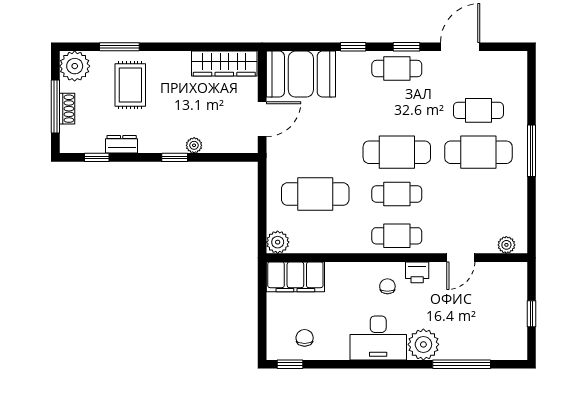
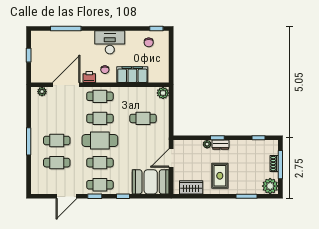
wardrobe: (224, 64) -> (191, 187), width x0.67
rug: (130, 85) -> (220, 176), moved
cafe table: (397, 110) -> (100, 163), added
dresser: (122, 144) -> (221, 145), moved
cafe table: (478, 152) -> (57, 141), width x0.73, depth x0.74
cafe table: (315, 194) -> (143, 118), width x0.73, depth x0.74
door: (461, 258) -> (66, 85), width x1.88
filing cabinet: (295, 277) -> (132, 75), moved
plant: (423, 344) -> (86, 39), removed

